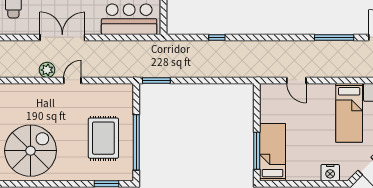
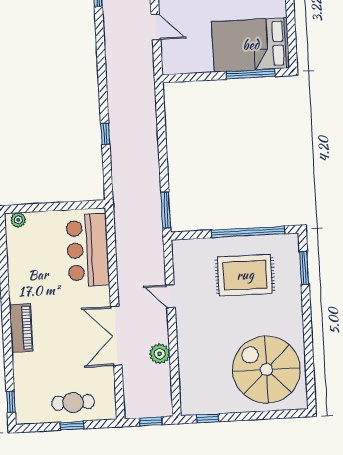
door: (72, 80) -> (170, 296), moved
door: (296, 80) -> (156, 27), hinge flipped
bed: (273, 152) -> (251, 45), width x1.50

